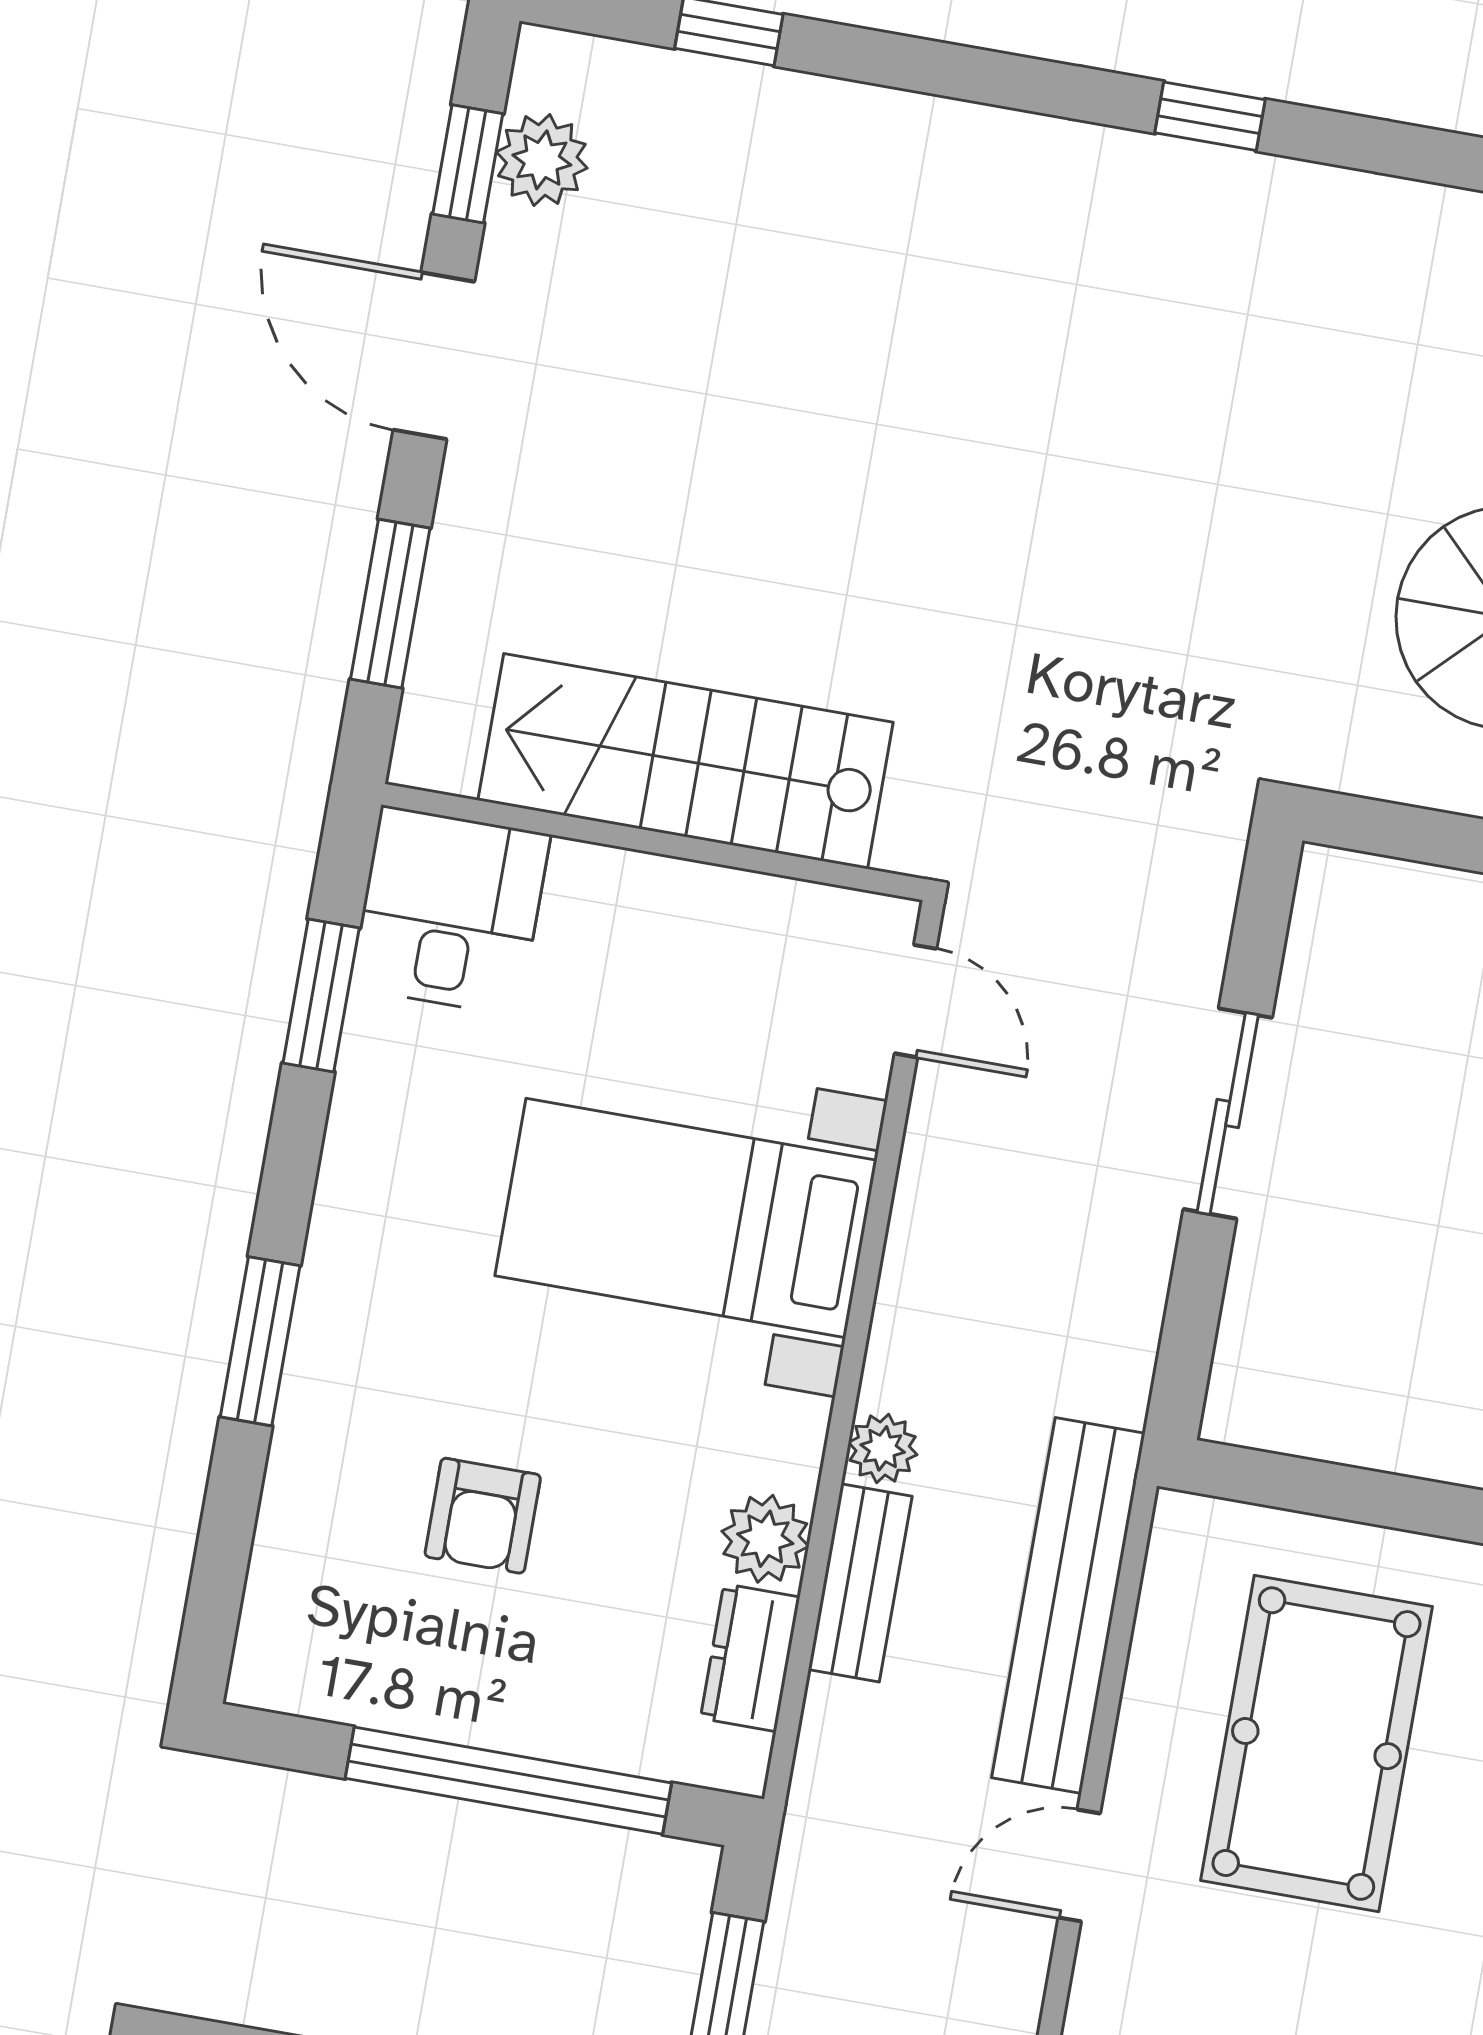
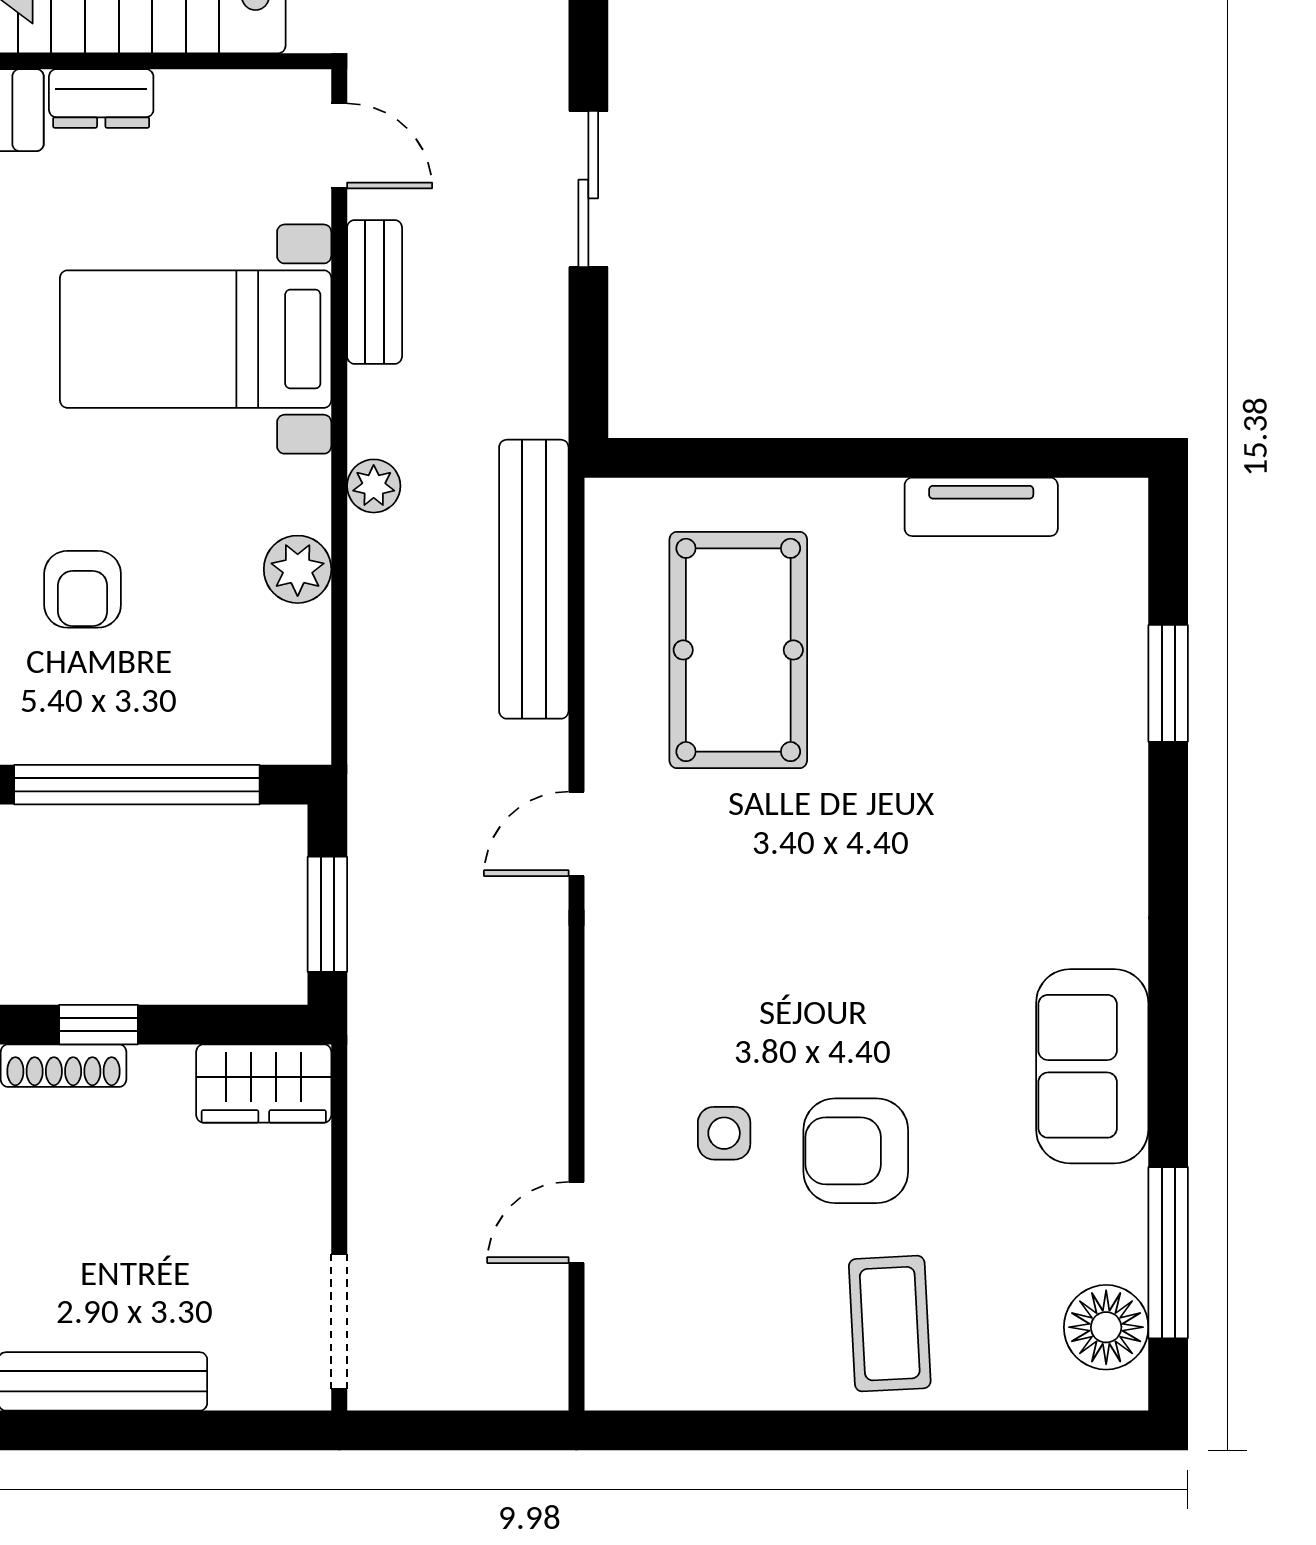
bench: (860, 1583) -> (375, 292), moved
dresser: (750, 1658) -> (101, 98), moved, turned -90
door: (1079, 1866) -> (576, 834), moved

